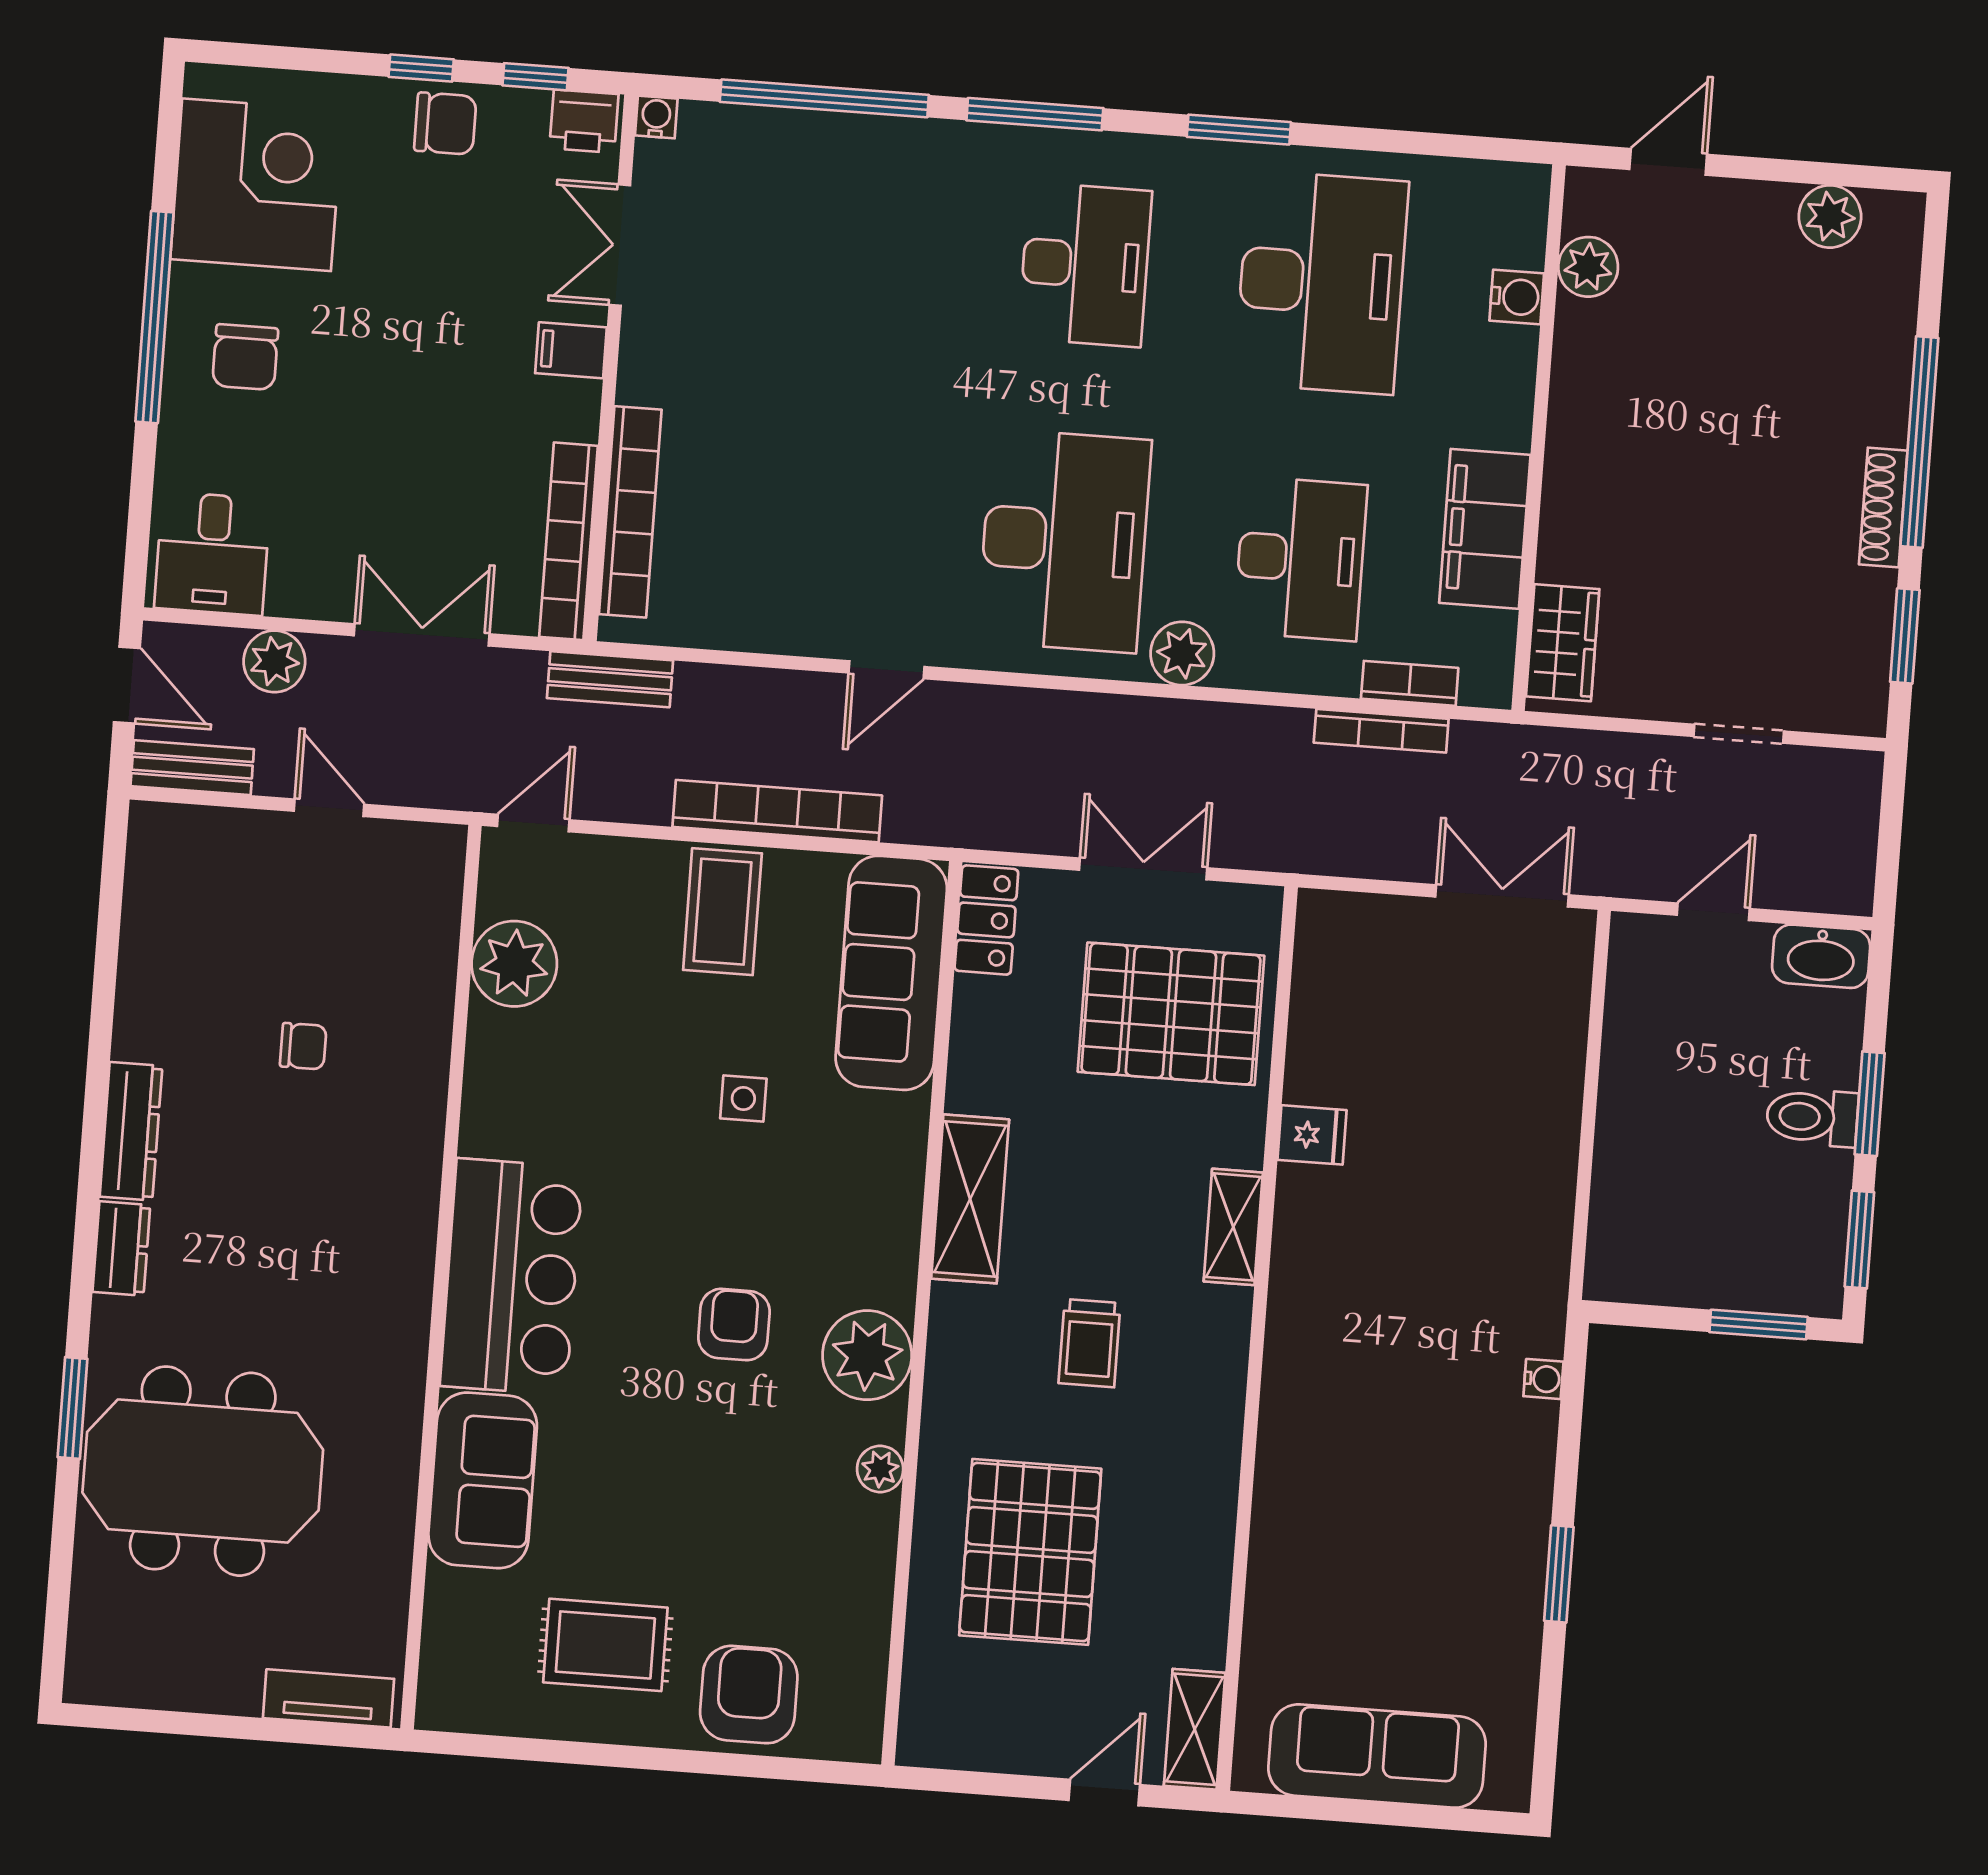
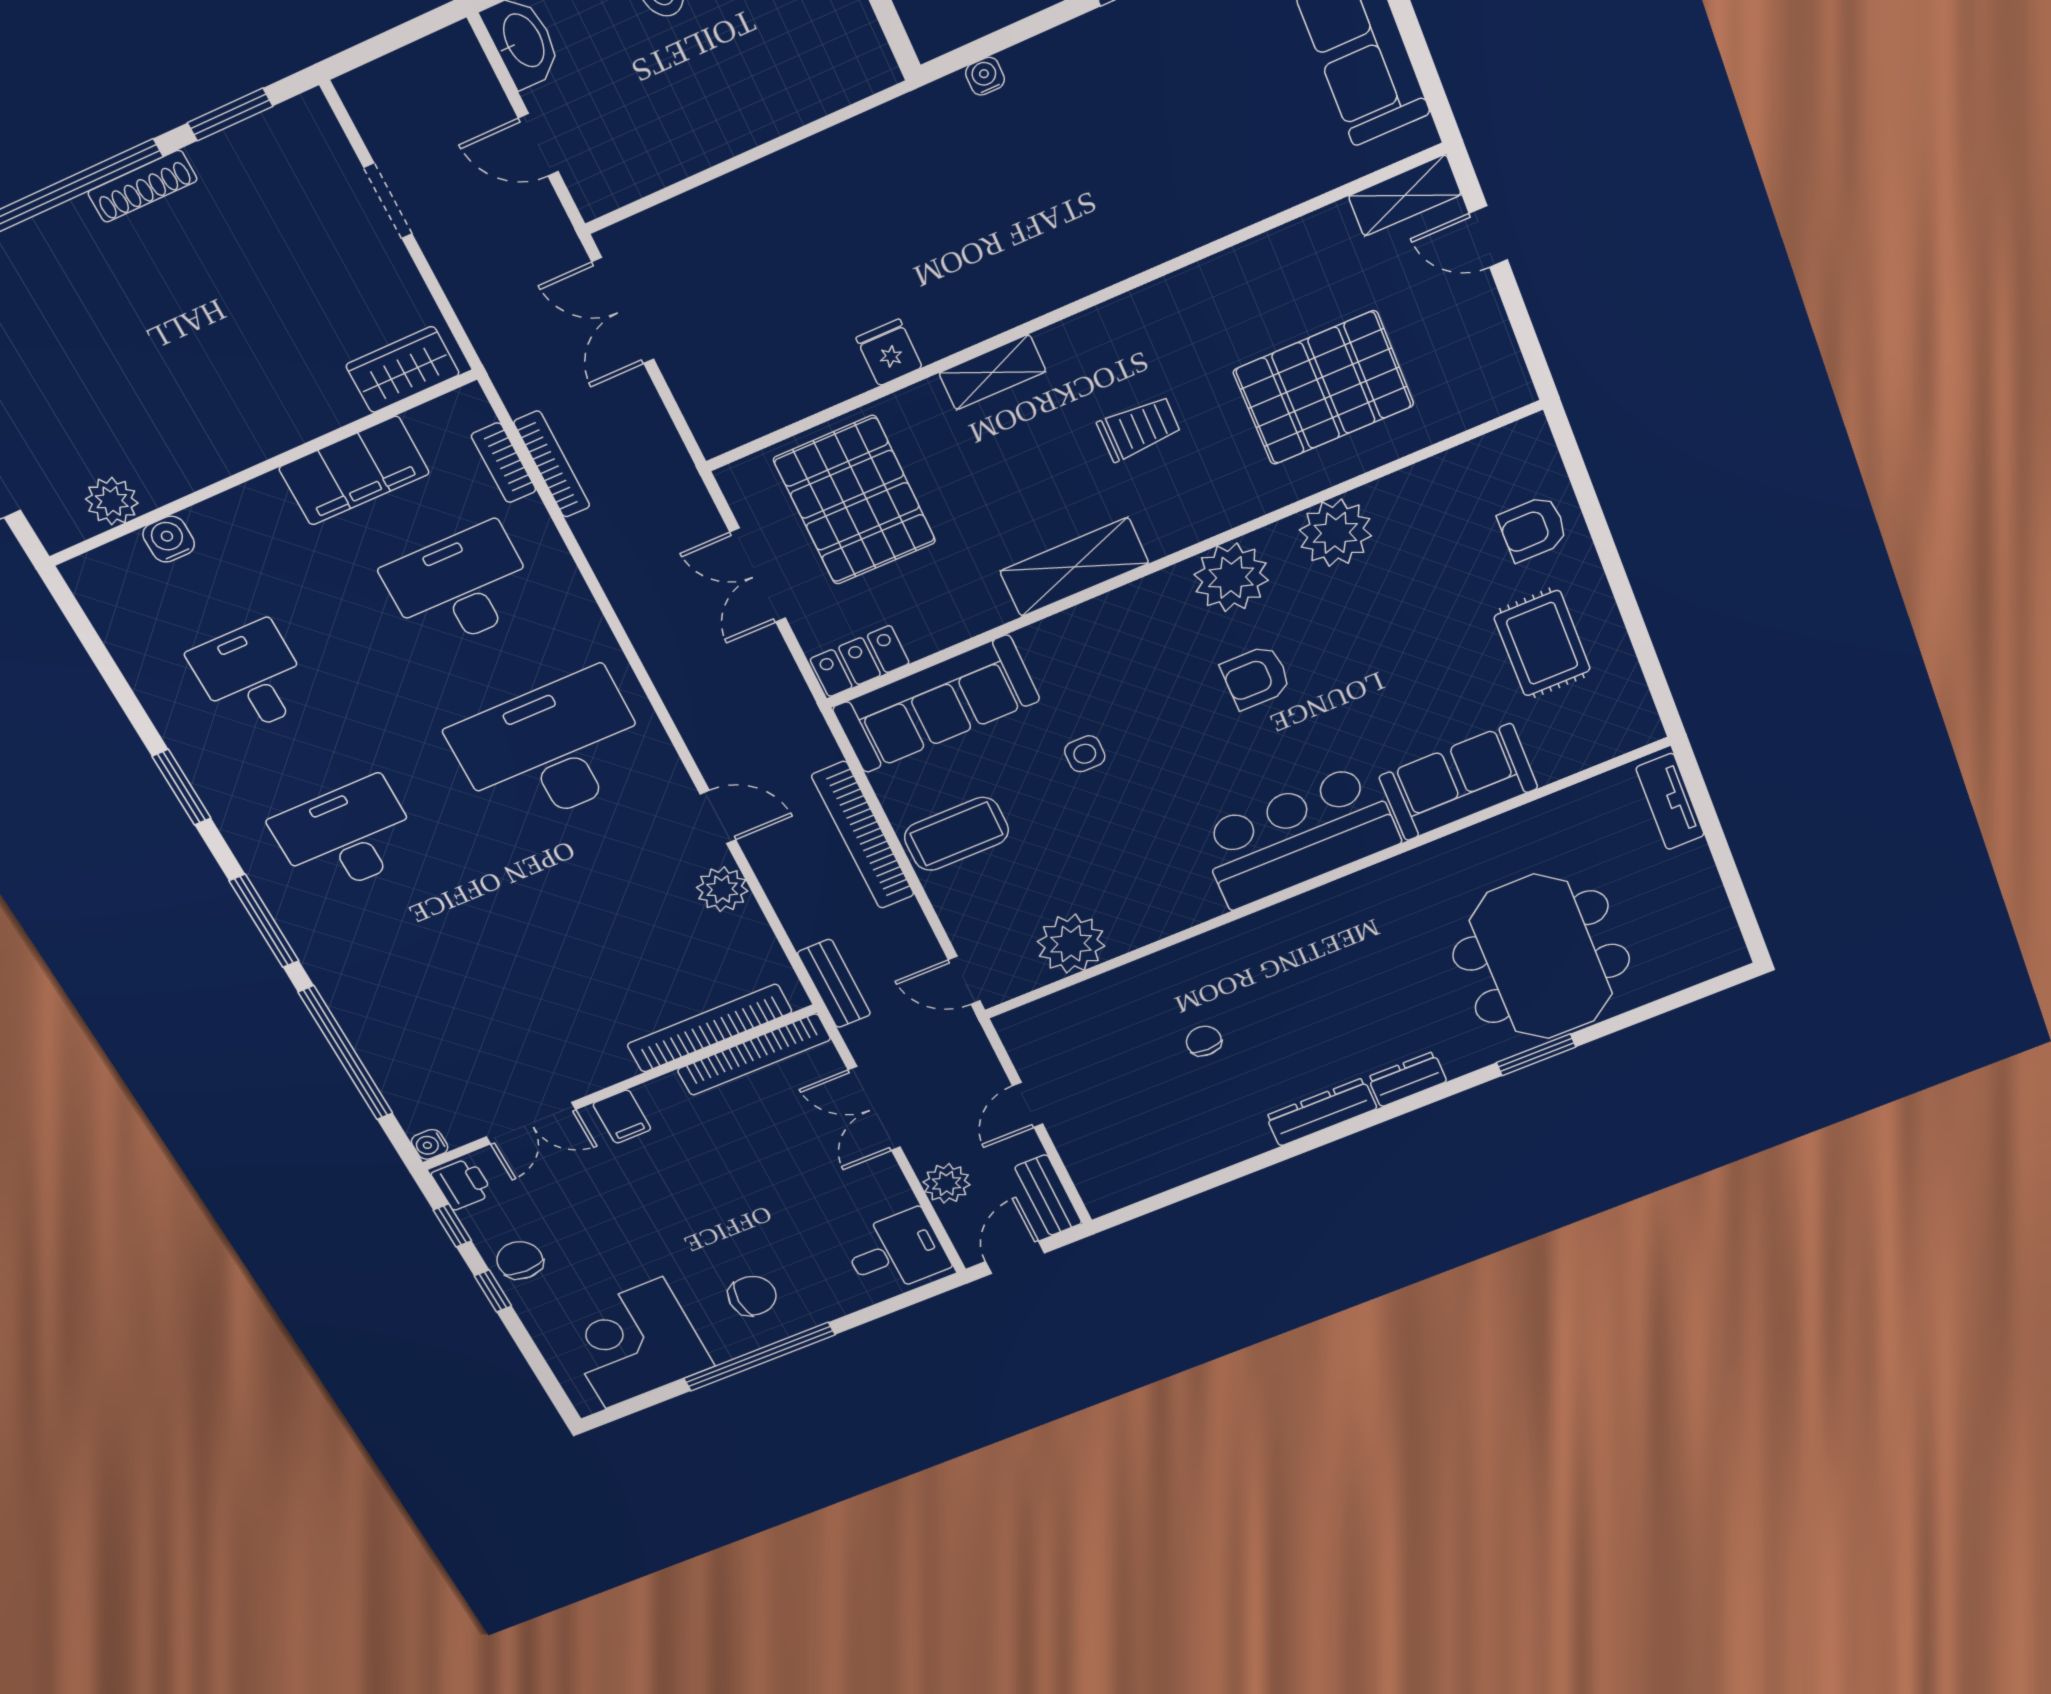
desk: (1321, 282) -> (251, 677), width x0.53, depth x0.77
plant: (1182, 653) -> (722, 889), moved
plant: (880, 1469) -> (1335, 533), width x1.88, depth x1.88
armchair: (749, 1695) -> (1533, 529), width x0.72, depth x0.72

